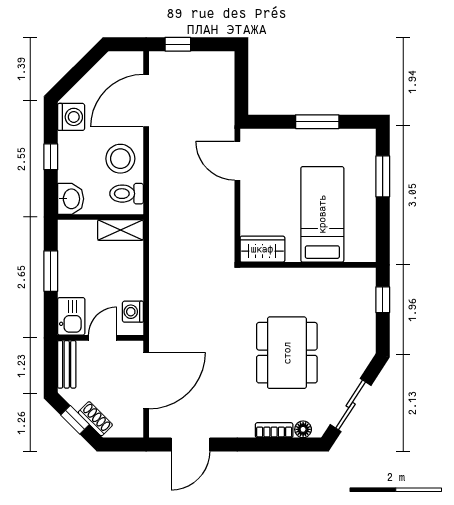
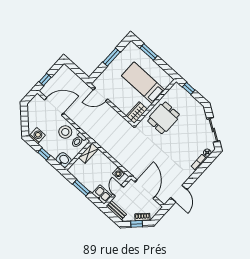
door: (146, 101) -> (54, 106), swing flipped
dining table: (287, 353) -> (164, 118), moved, width x0.73

